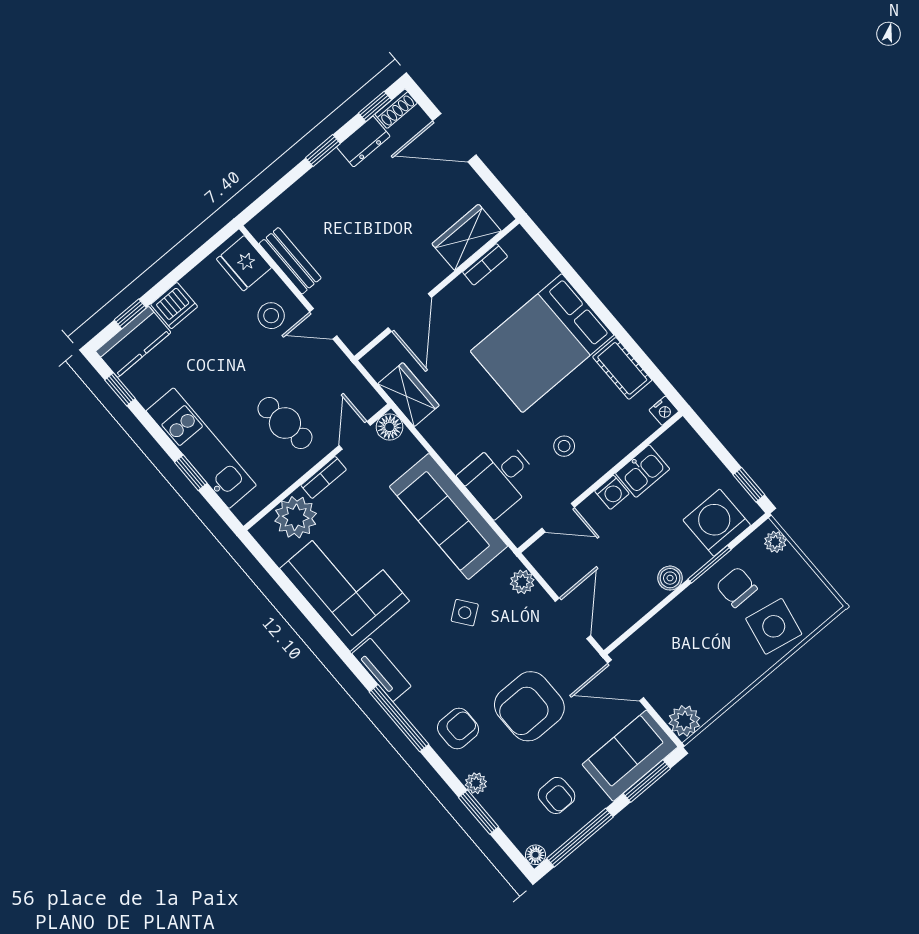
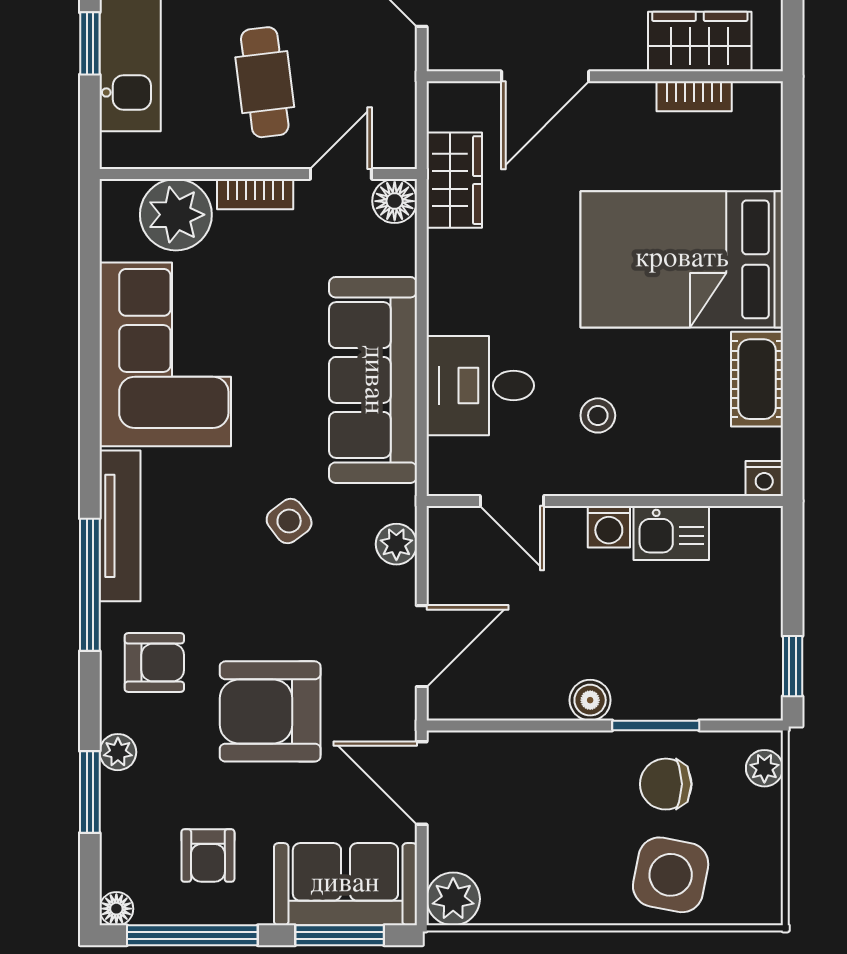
washing machine: (717, 523) -> (710, 680), removed
chair: (737, 587) -> (666, 784), turned -90
tv unit: (382, 670) -> (120, 526), width x1.41

